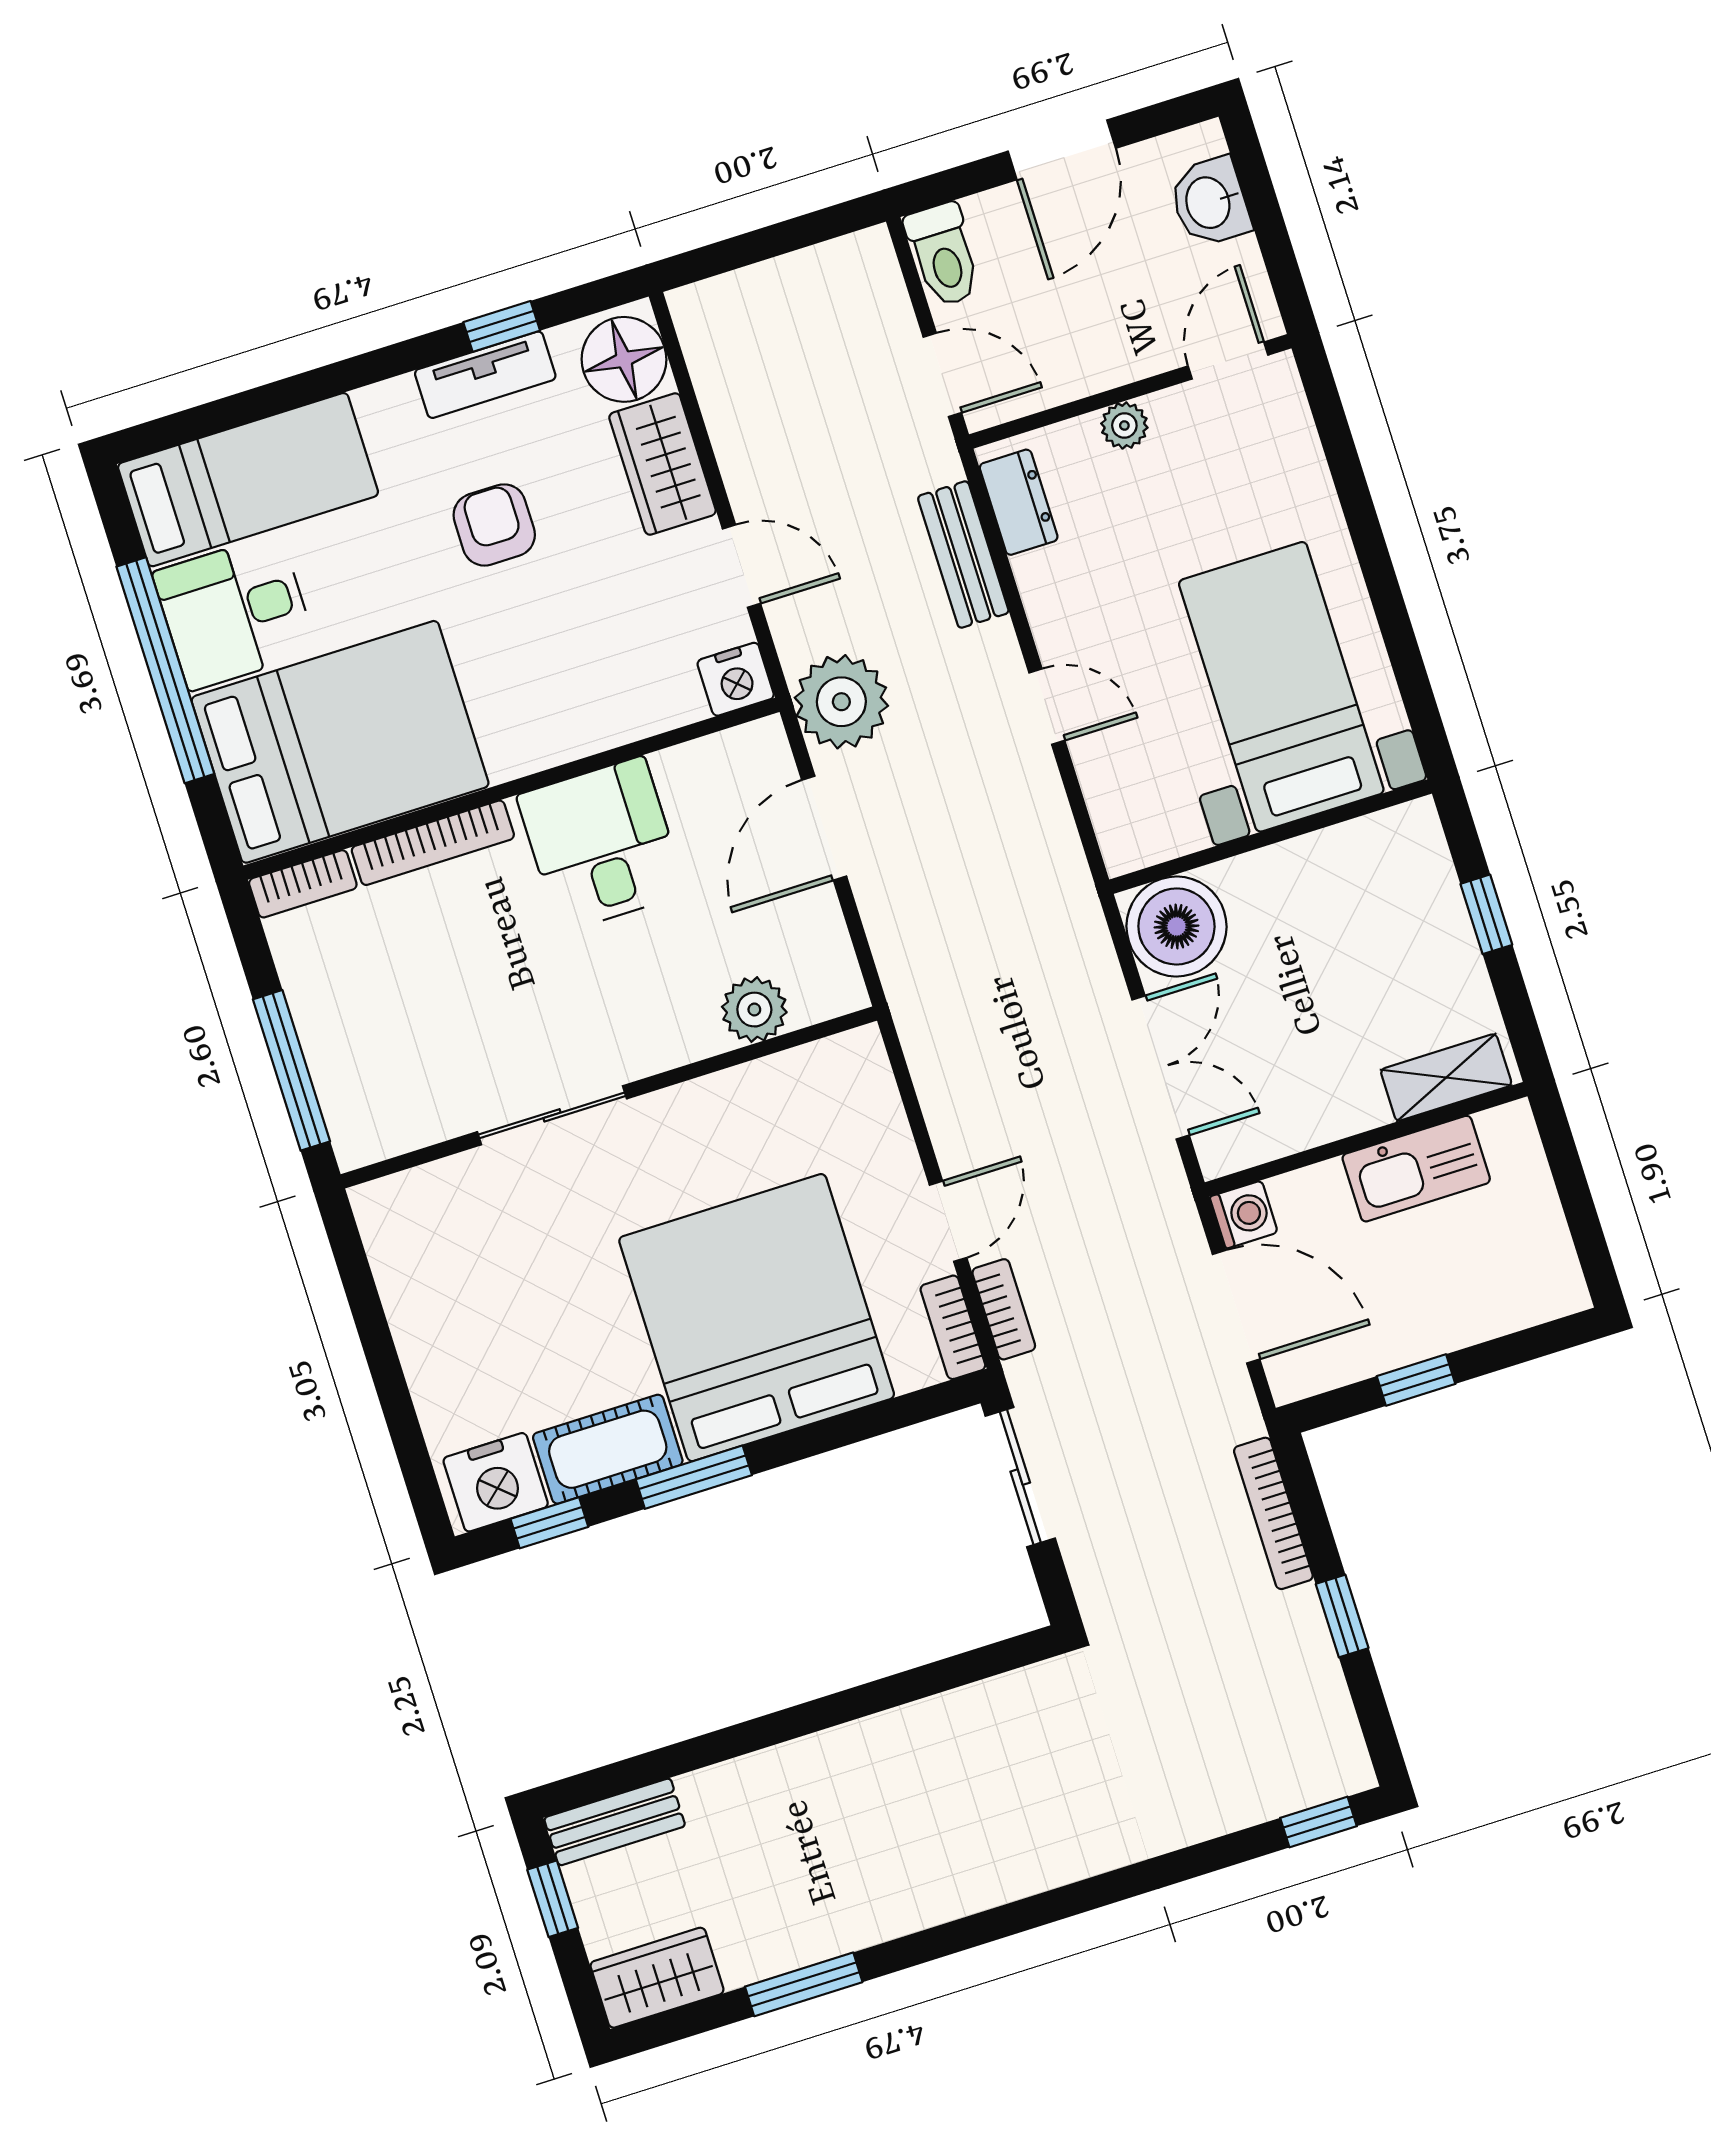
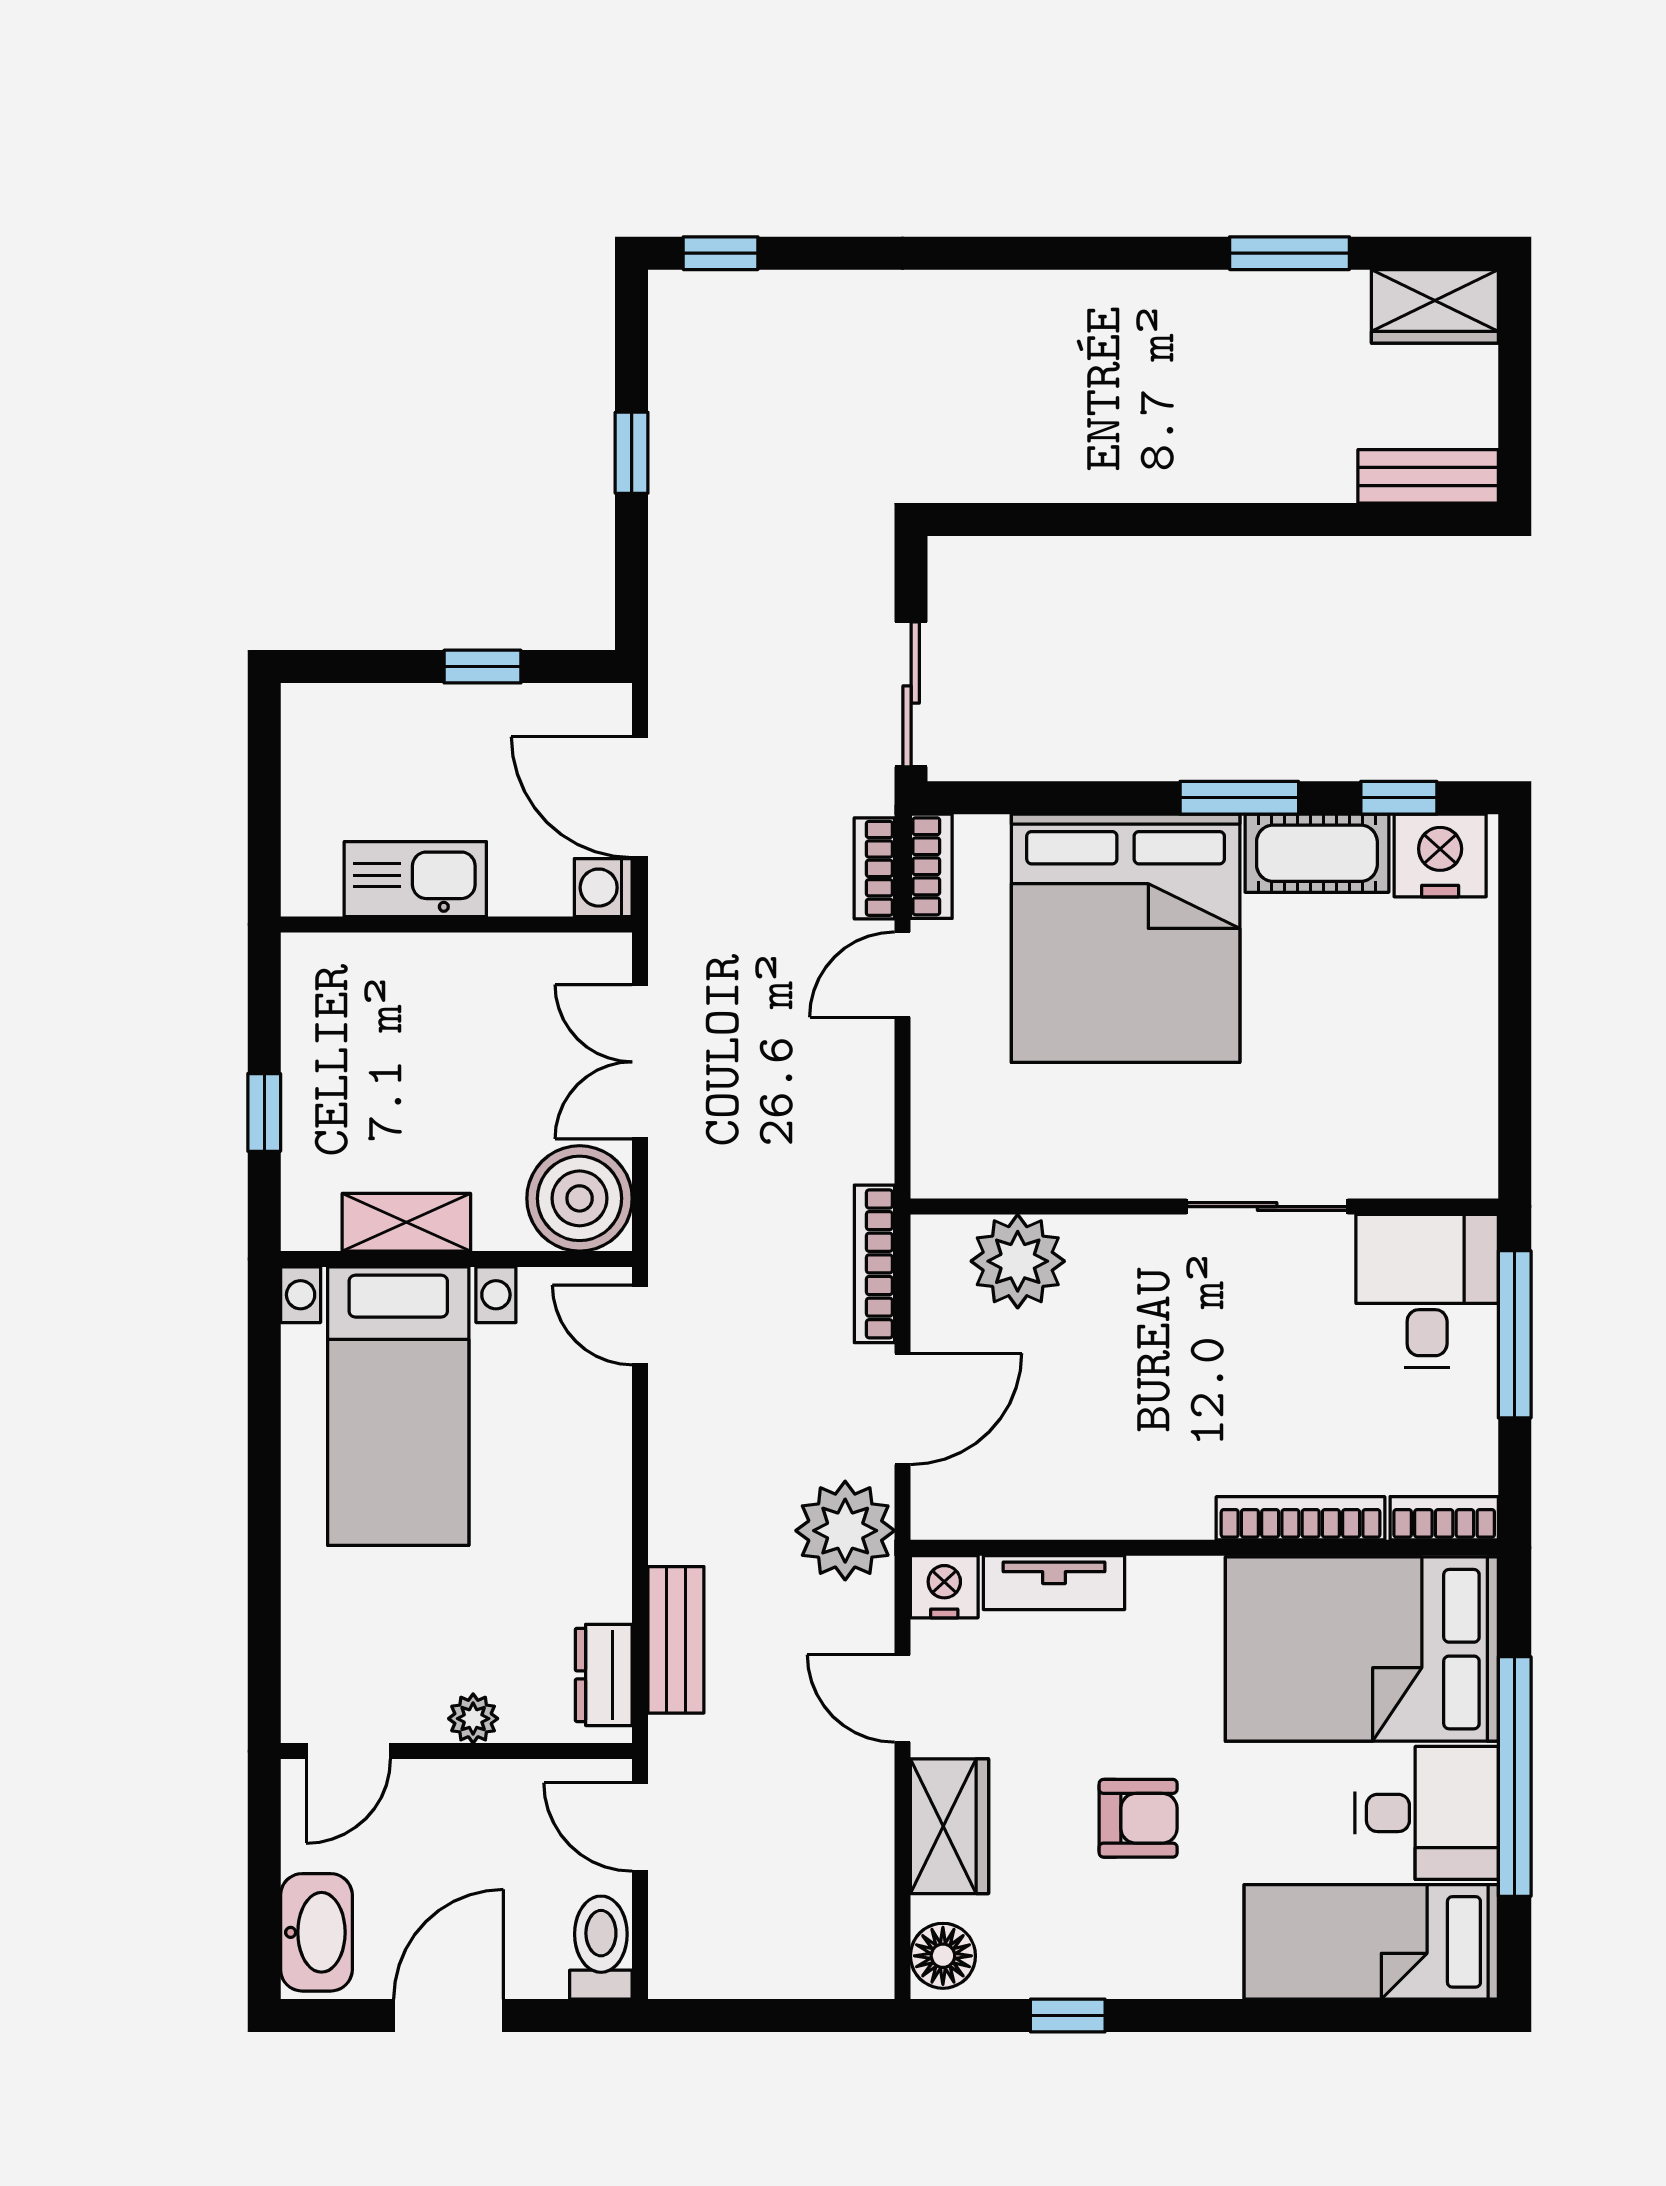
washbasin: (1210, 202) -> (316, 1932), width x1.38
floor lamp: (624, 359) -> (943, 1956), width x0.73, depth x0.73
tv unit: (485, 375) -> (1054, 1583), moved, turned 180
armchair: (494, 525) -> (1138, 1818), turned -90
door: (1047, 707) -> (640, 1325), moved
desk: (602, 844) -> (1427, 1291), moved, turned 180
plant: (754, 1010) -> (1018, 1261), width x1.36, depth x1.36
shelving: (1446, 1077) -> (406, 1222), moved
bookcase: (1273, 1513) -> (875, 1264), moved, turned 180
window: (553, 1899) -> (1515, 419), removed

